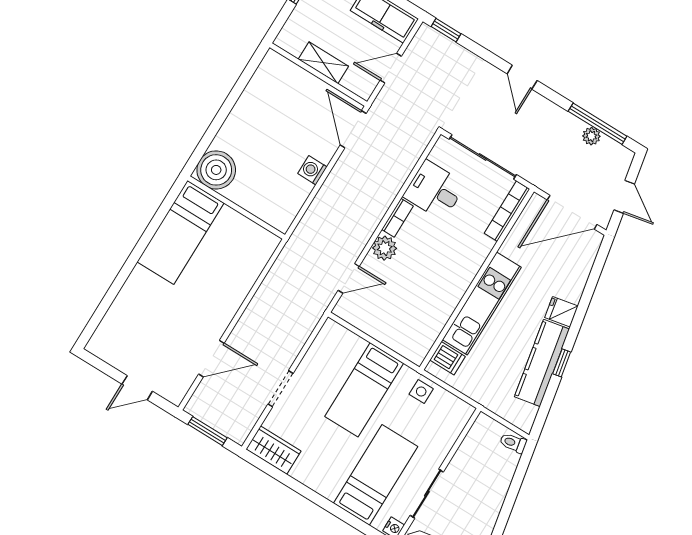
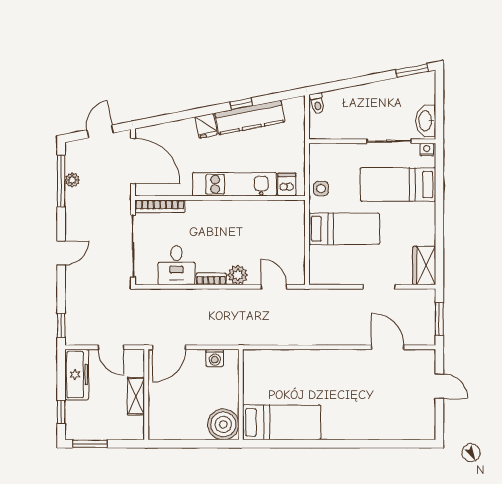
boiler: (216, 170) -> (223, 424), moved
wall: (236, 208) -> (241, 395), moved
bed: (180, 232) -> (282, 422), moved

